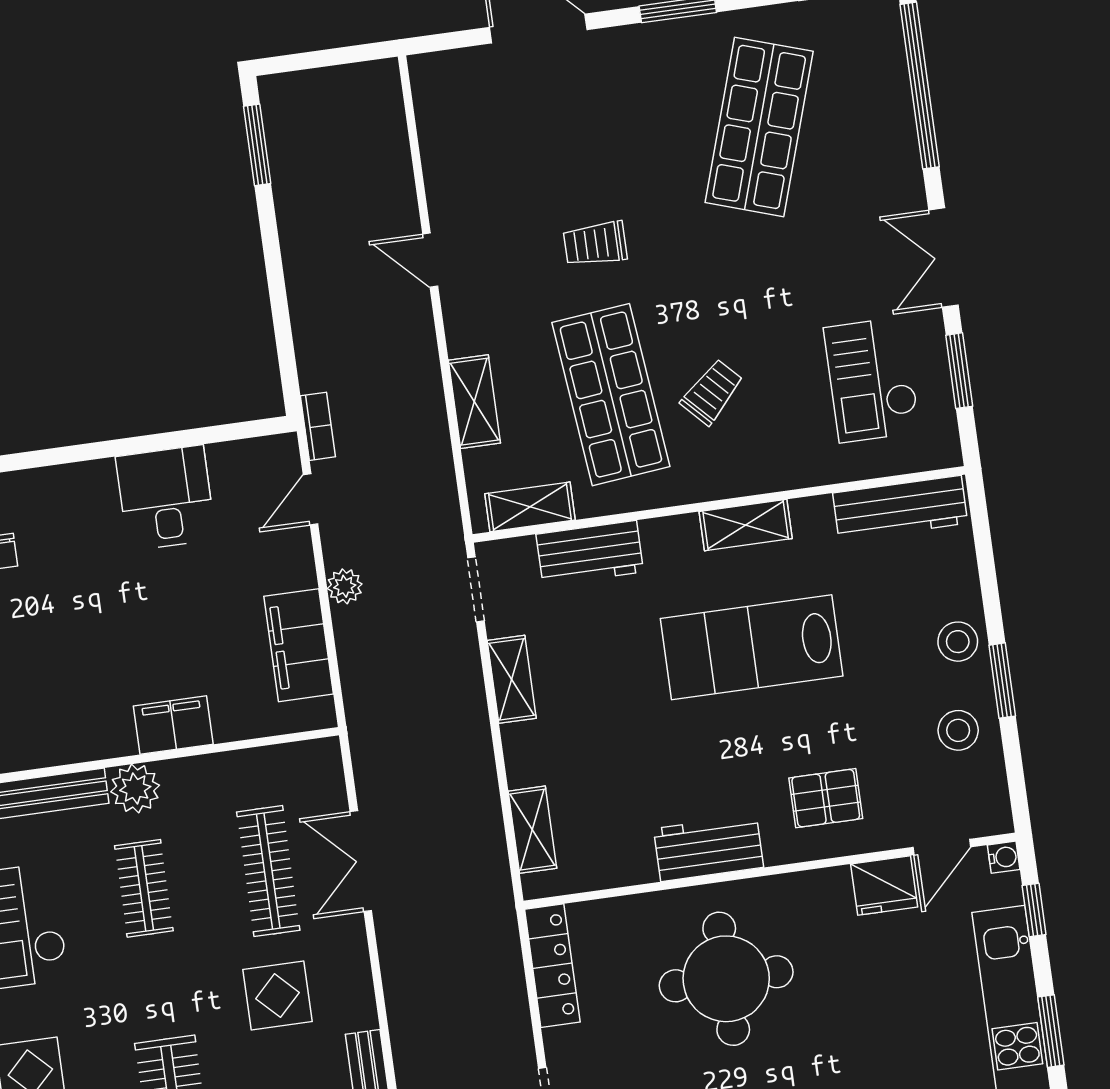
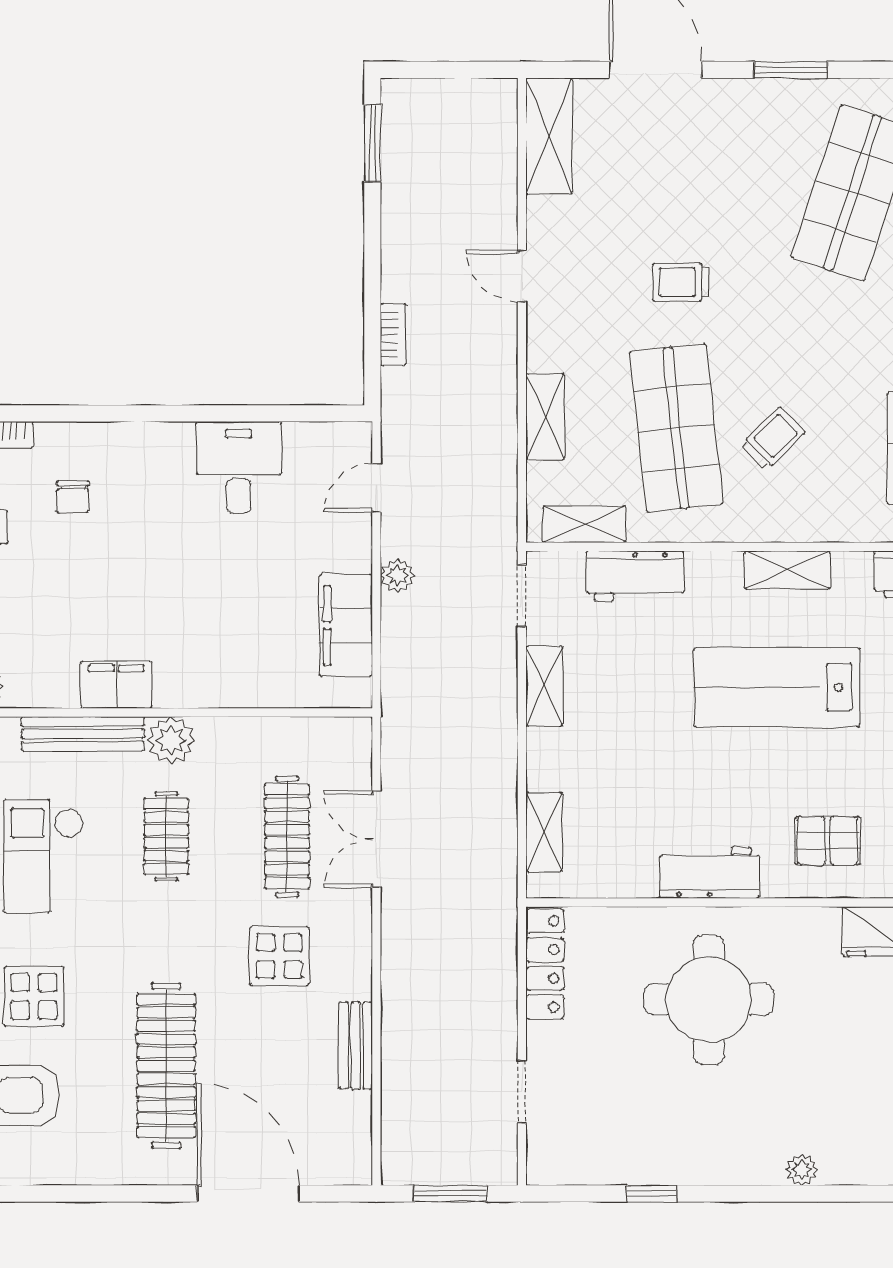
shelving: (438, 112) -> (549, 136), added
bookcase: (318, 426) -> (393, 335), moved
filing cabinet: (173, 725) -> (116, 685), moved

